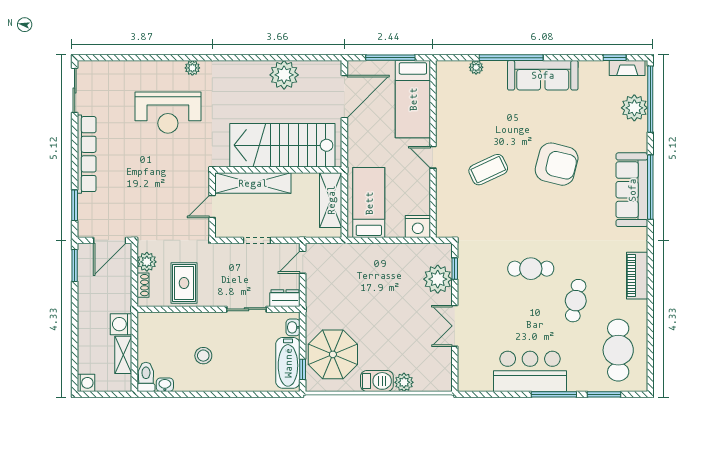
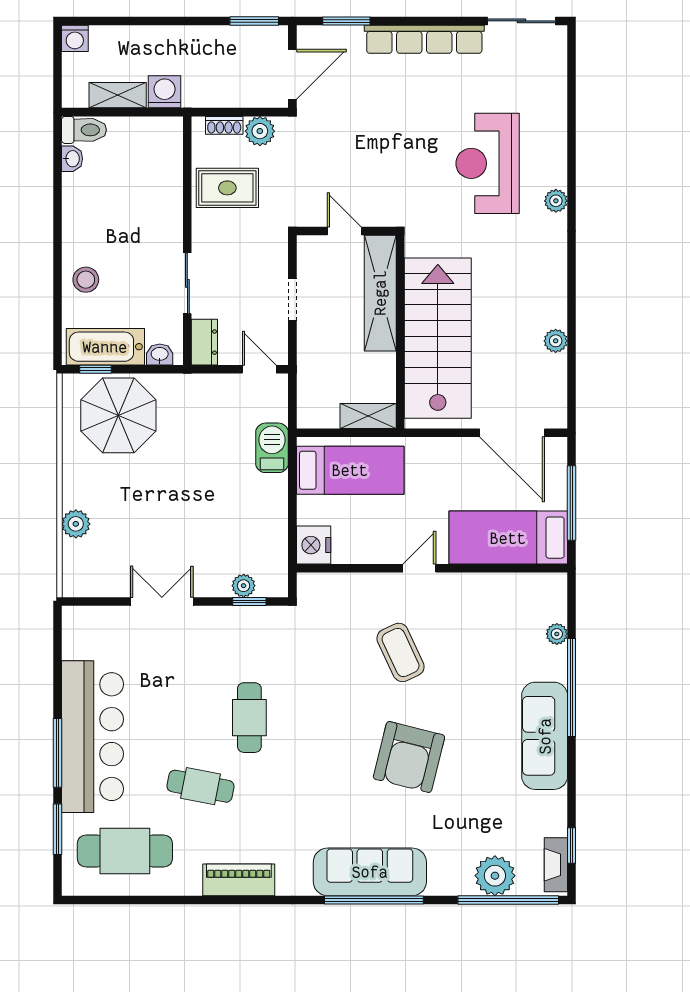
plant: (284, 75) -> (556, 341), width x0.53, depth x0.53
shelving: (331, 200) -> (368, 416), width x0.67, depth x0.75
door: (110, 240) -> (292, 74), swing flipped
plant: (438, 279) -> (244, 586), width x0.53, depth x0.53
stool: (203, 356) -> (86, 280), moved
bar counter: (530, 371) -> (92, 737), width x1.36
barbecue: (377, 381) -> (272, 448), moved, turned 180

